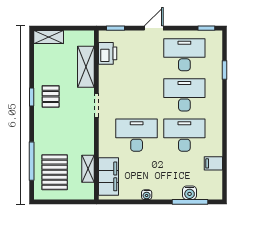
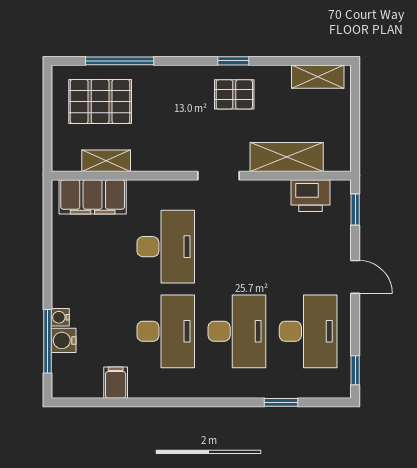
shelving: (49, 37) -> (318, 77), moved, turned 90
water cooler: (147, 195) -> (60, 317), moved

